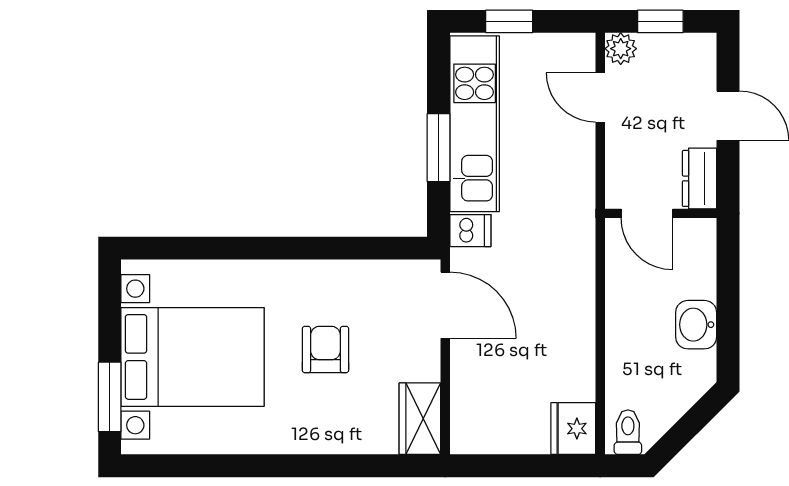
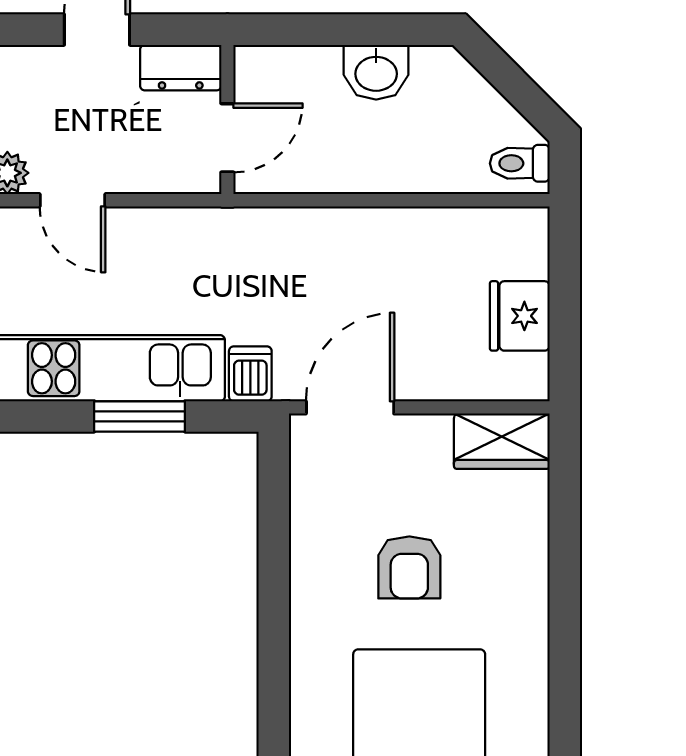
door: (600, 97) -> (72, 200), hinge flipped
armchair: (325, 350) -> (409, 567), turned -90
fridge: (573, 429) -> (520, 316), moved, turned 90

